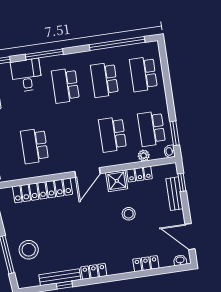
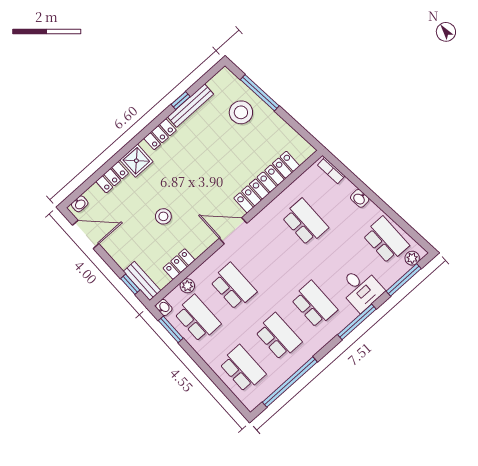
door: (88, 172) -> (233, 231), hinge flipped
shower: (117, 181) -> (136, 161), moved
bench: (175, 194) -> (142, 281), moved

